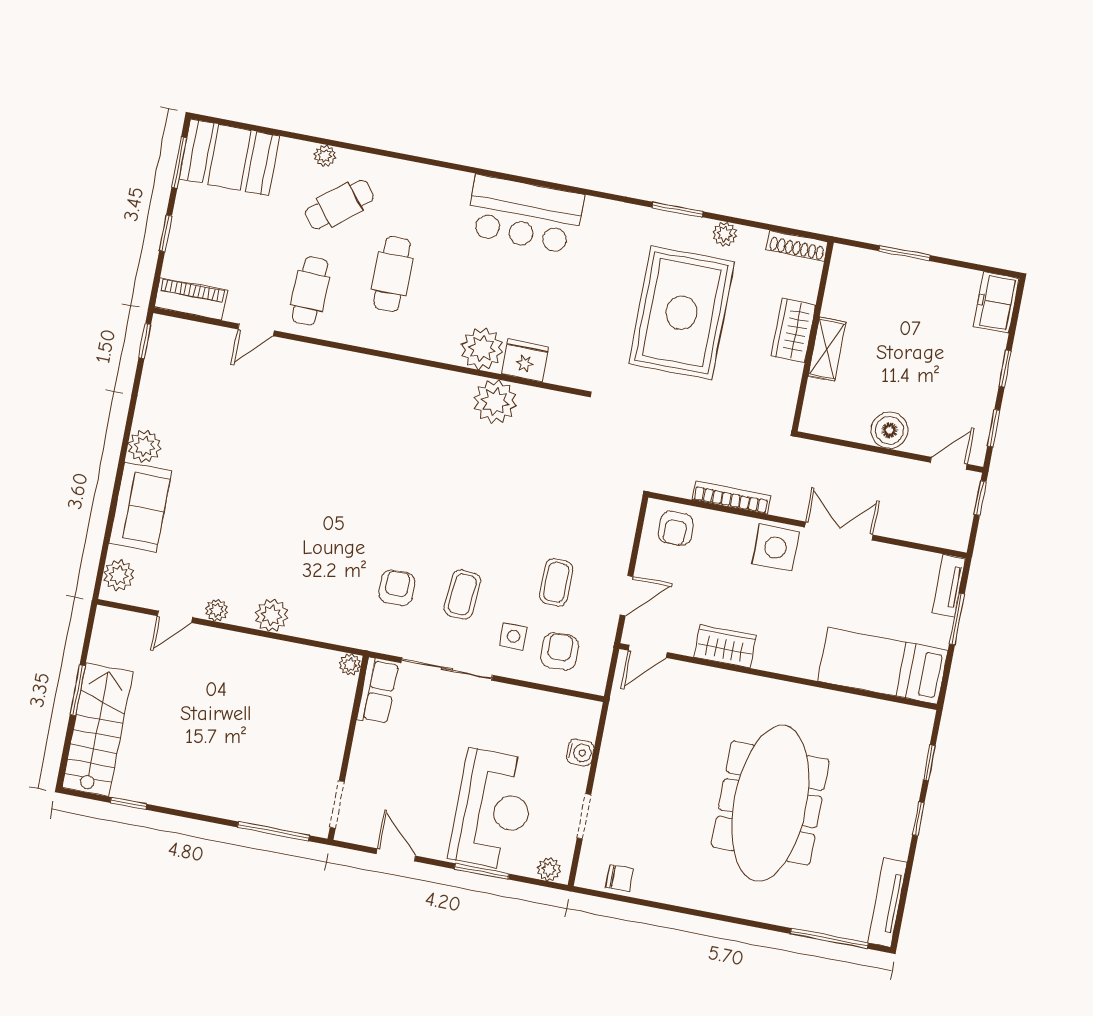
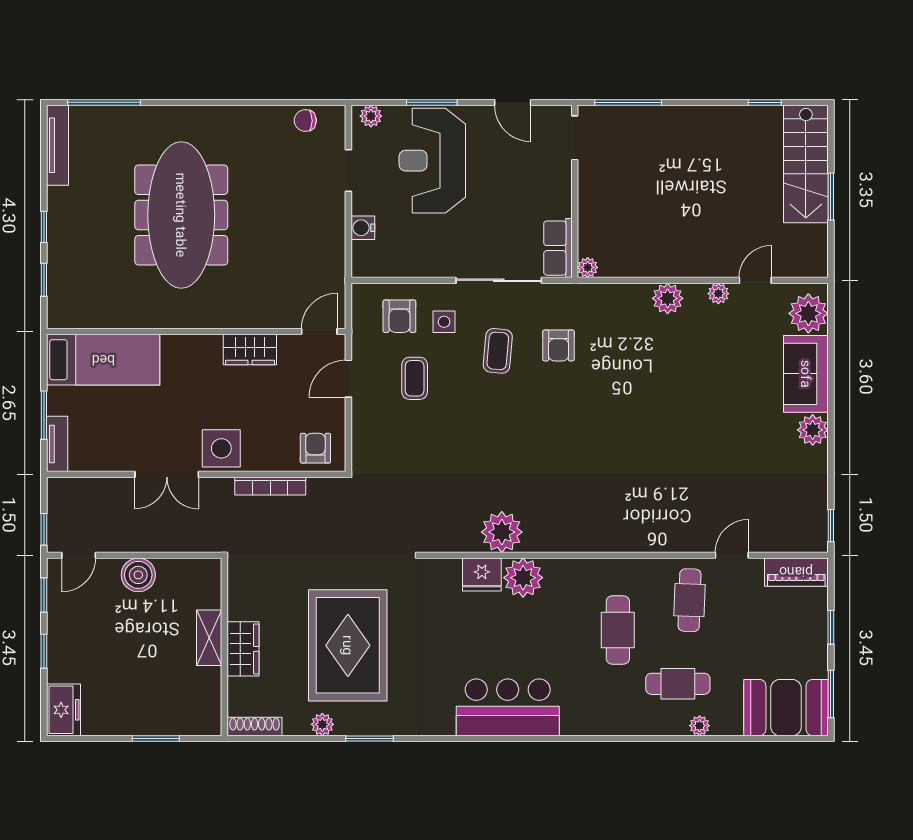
cafe table: (339, 205) -> (678, 684), turned 39
plant: (119, 575) -> (808, 313), width x1.36, depth x1.36

